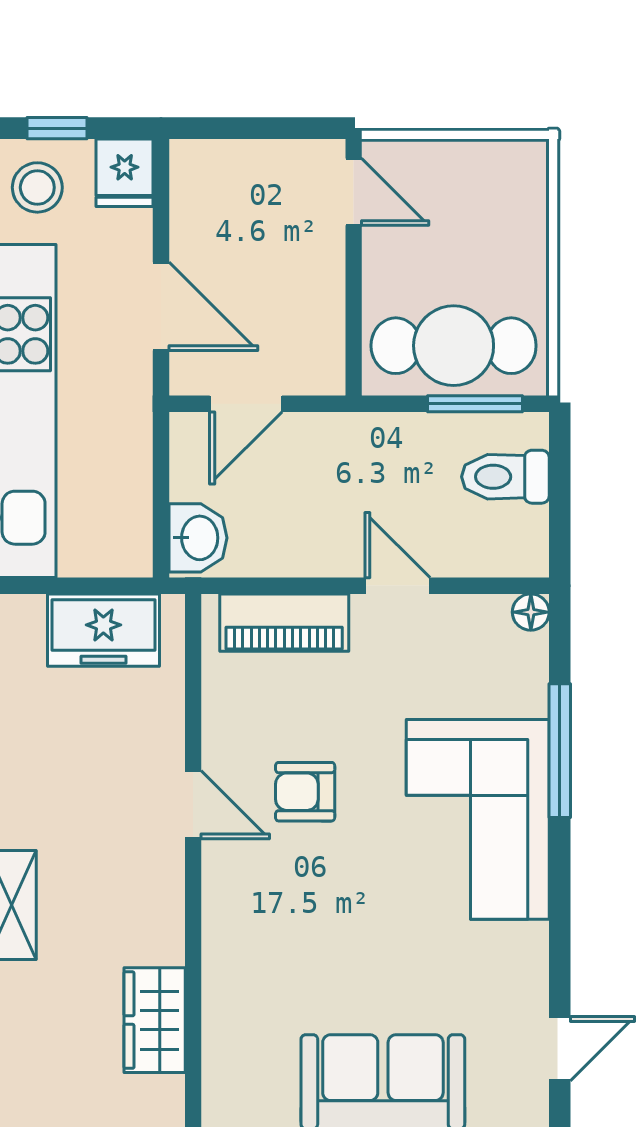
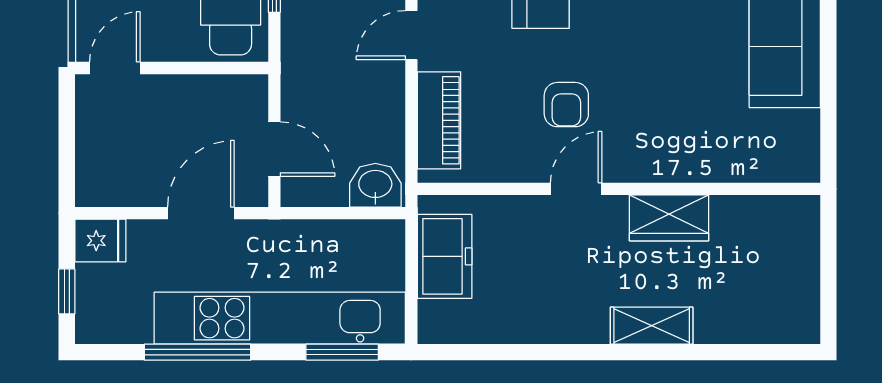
stool: (37, 187) -> (111, 306), removed
wardrobe: (155, 1020) -> (669, 218), moved

